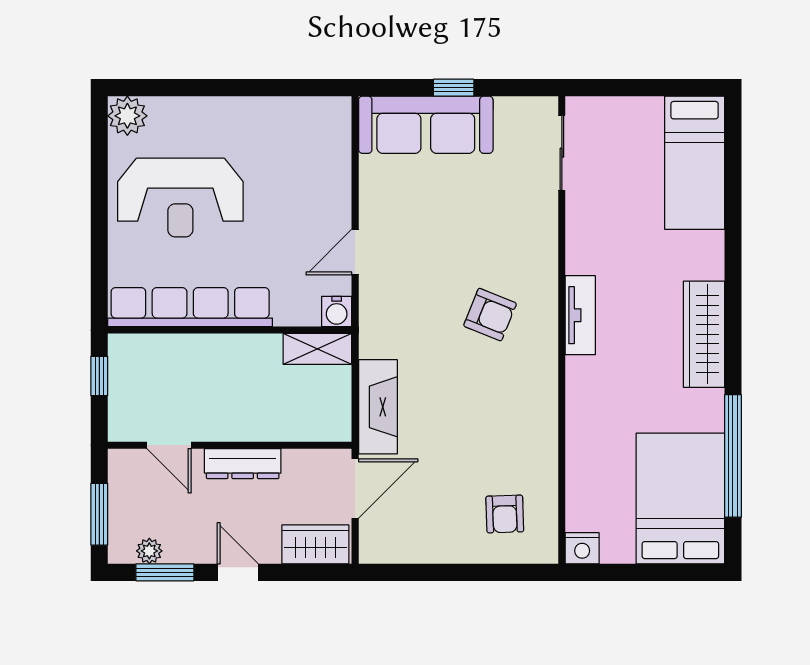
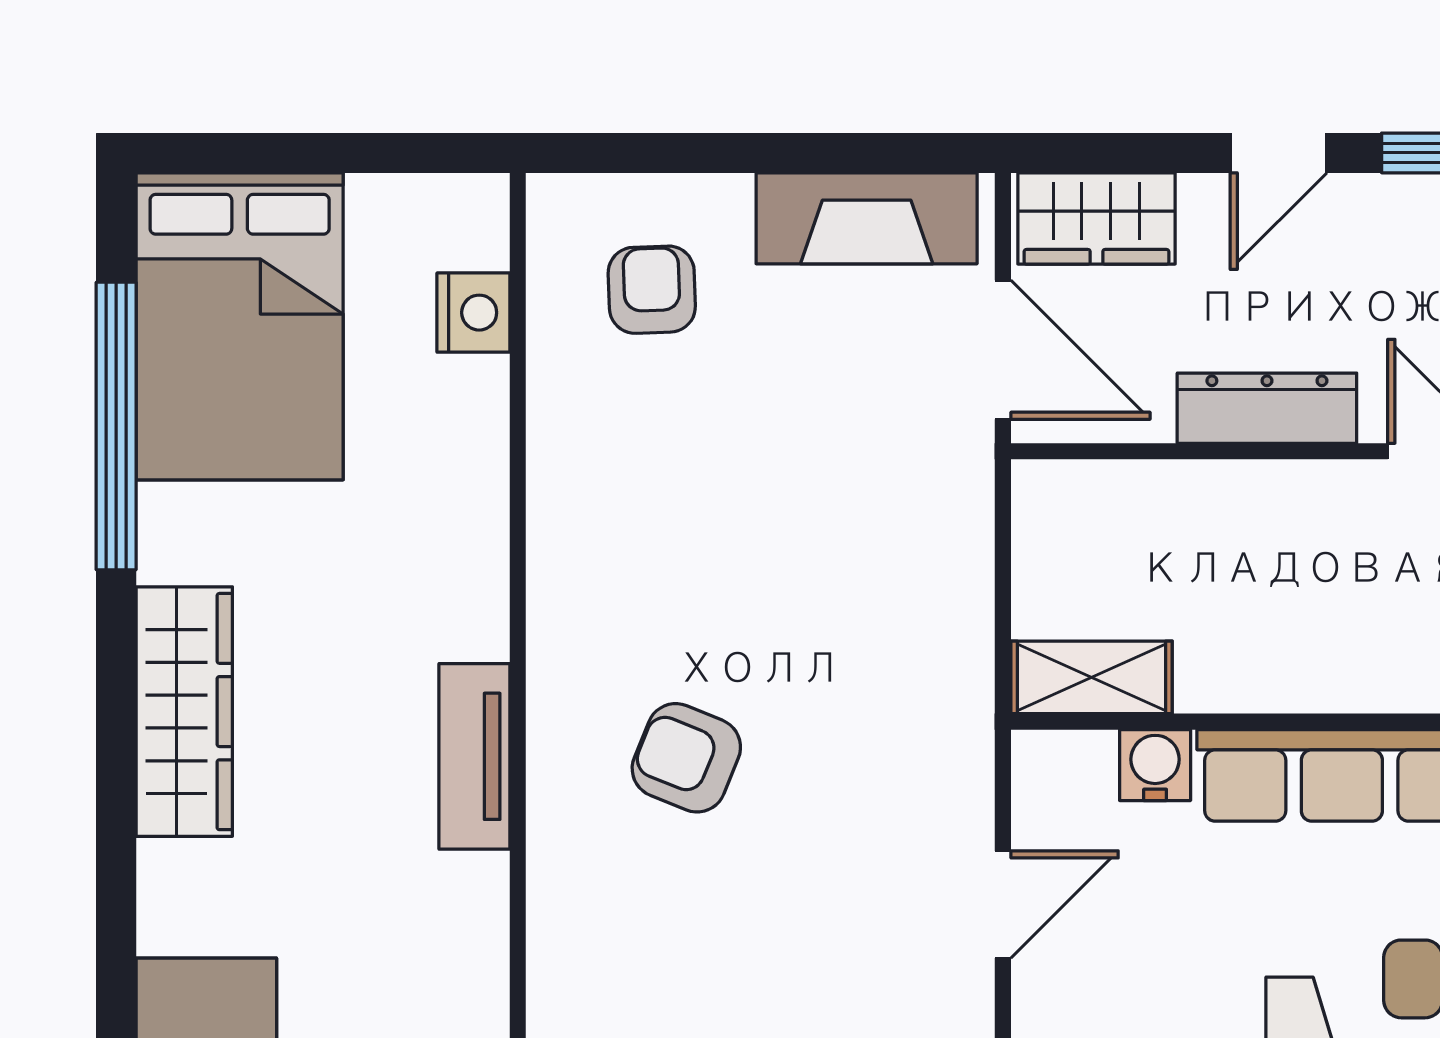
water cooler: (337, 311) -> (1155, 765), moved
fireplace: (378, 407) -> (867, 218), moved, turned -90
door: (355, 488) -> (1003, 350), swing flipped
nightstand: (582, 548) -> (473, 313), moved, turned 90
door: (238, 572) -> (1279, 153), hinge flipped

